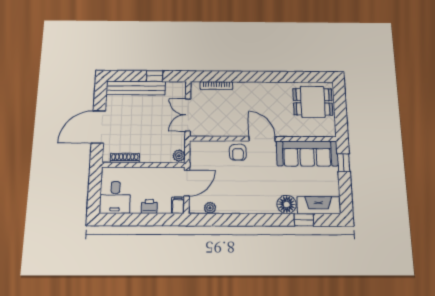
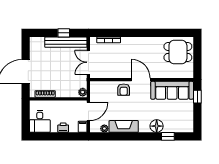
bench: (136, 88) -> (66, 42), moved
fireplace: (319, 205) -> (124, 126), moved

